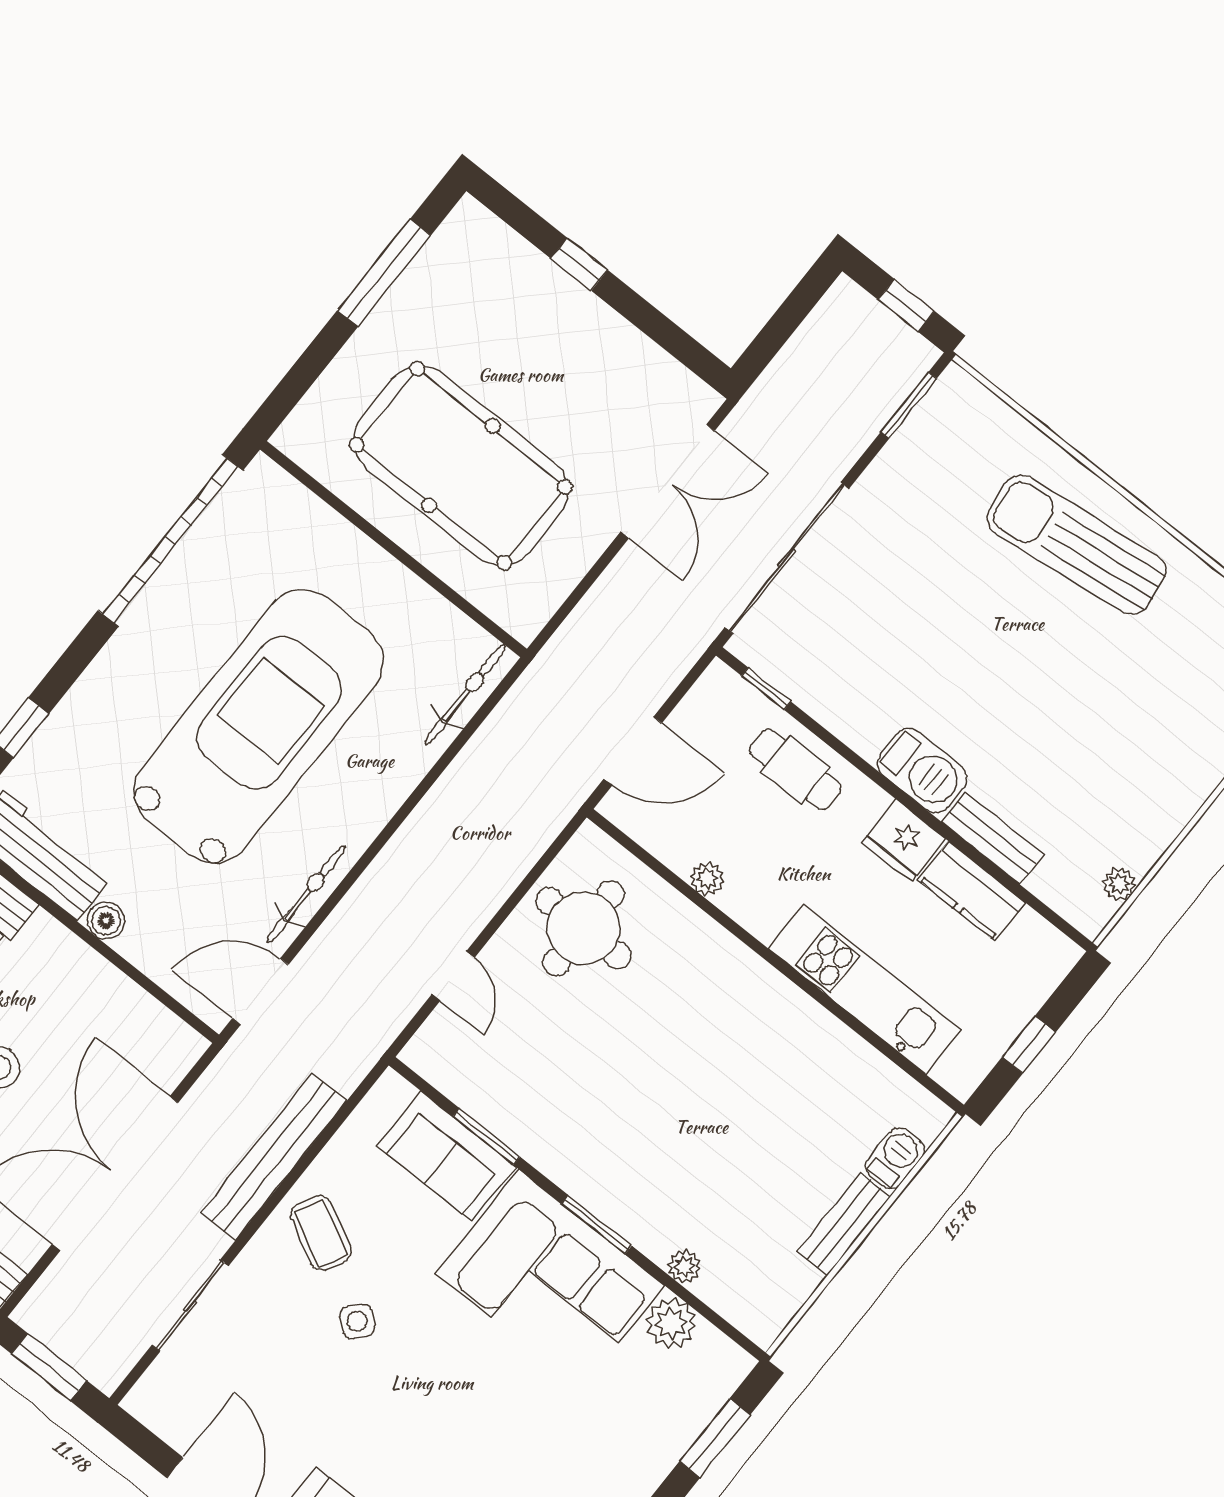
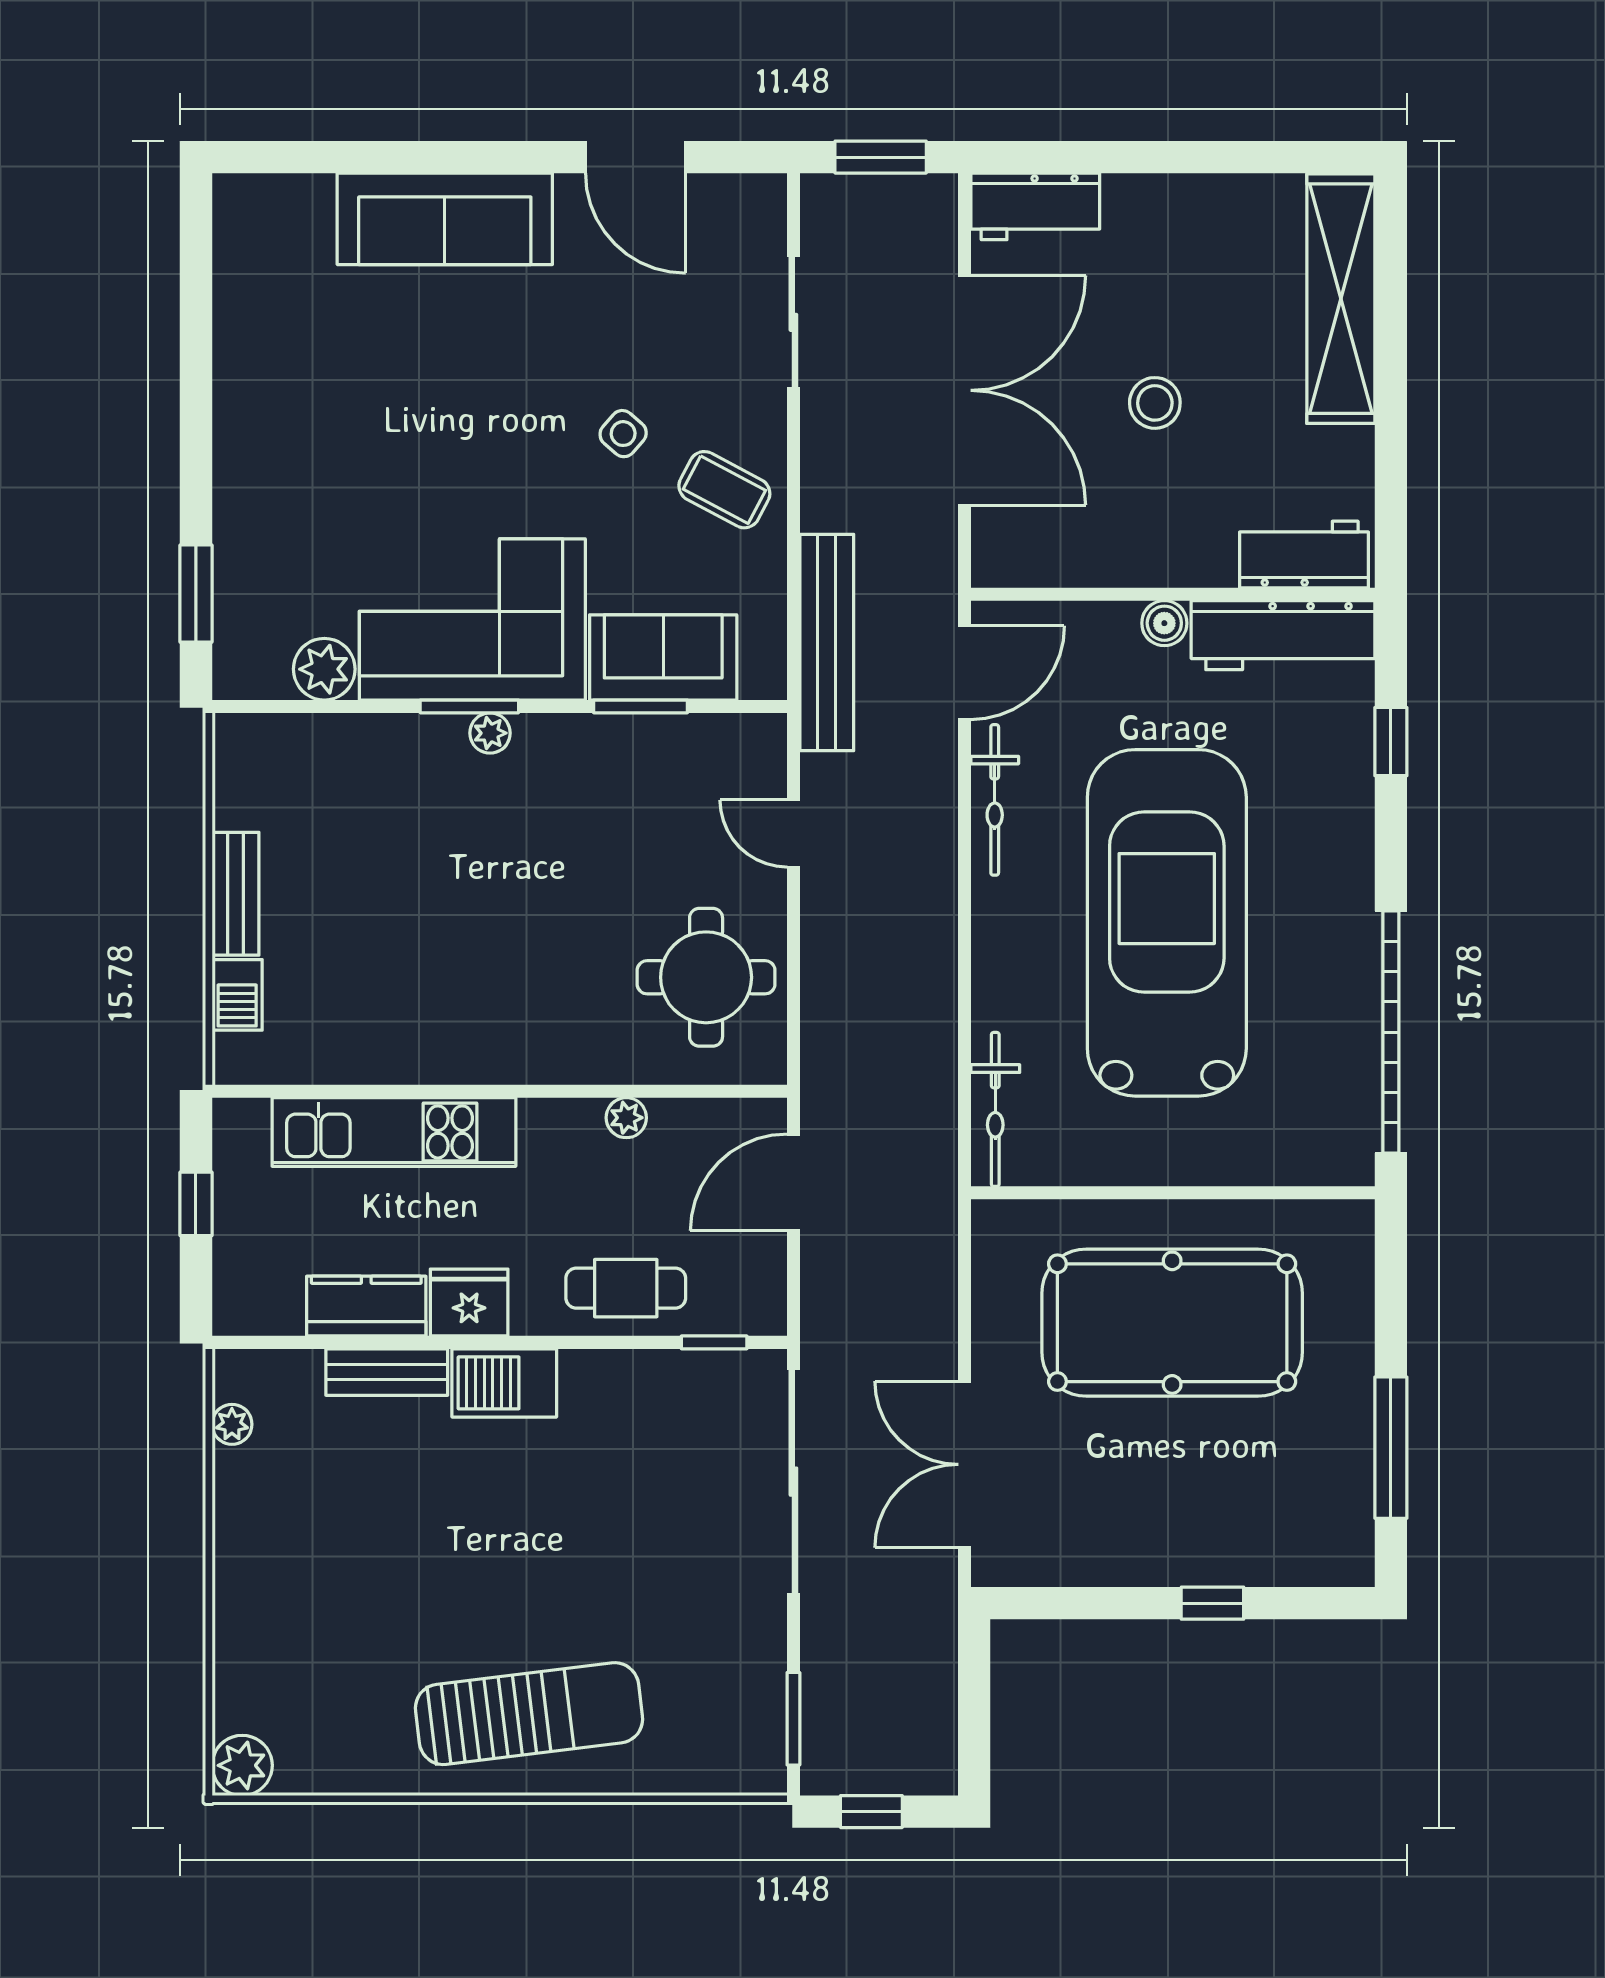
car: (259, 726) -> (1167, 923), turned 180
bench: (274, 1157) -> (827, 642), moved
plant: (684, 1266) -> (490, 733), moved

